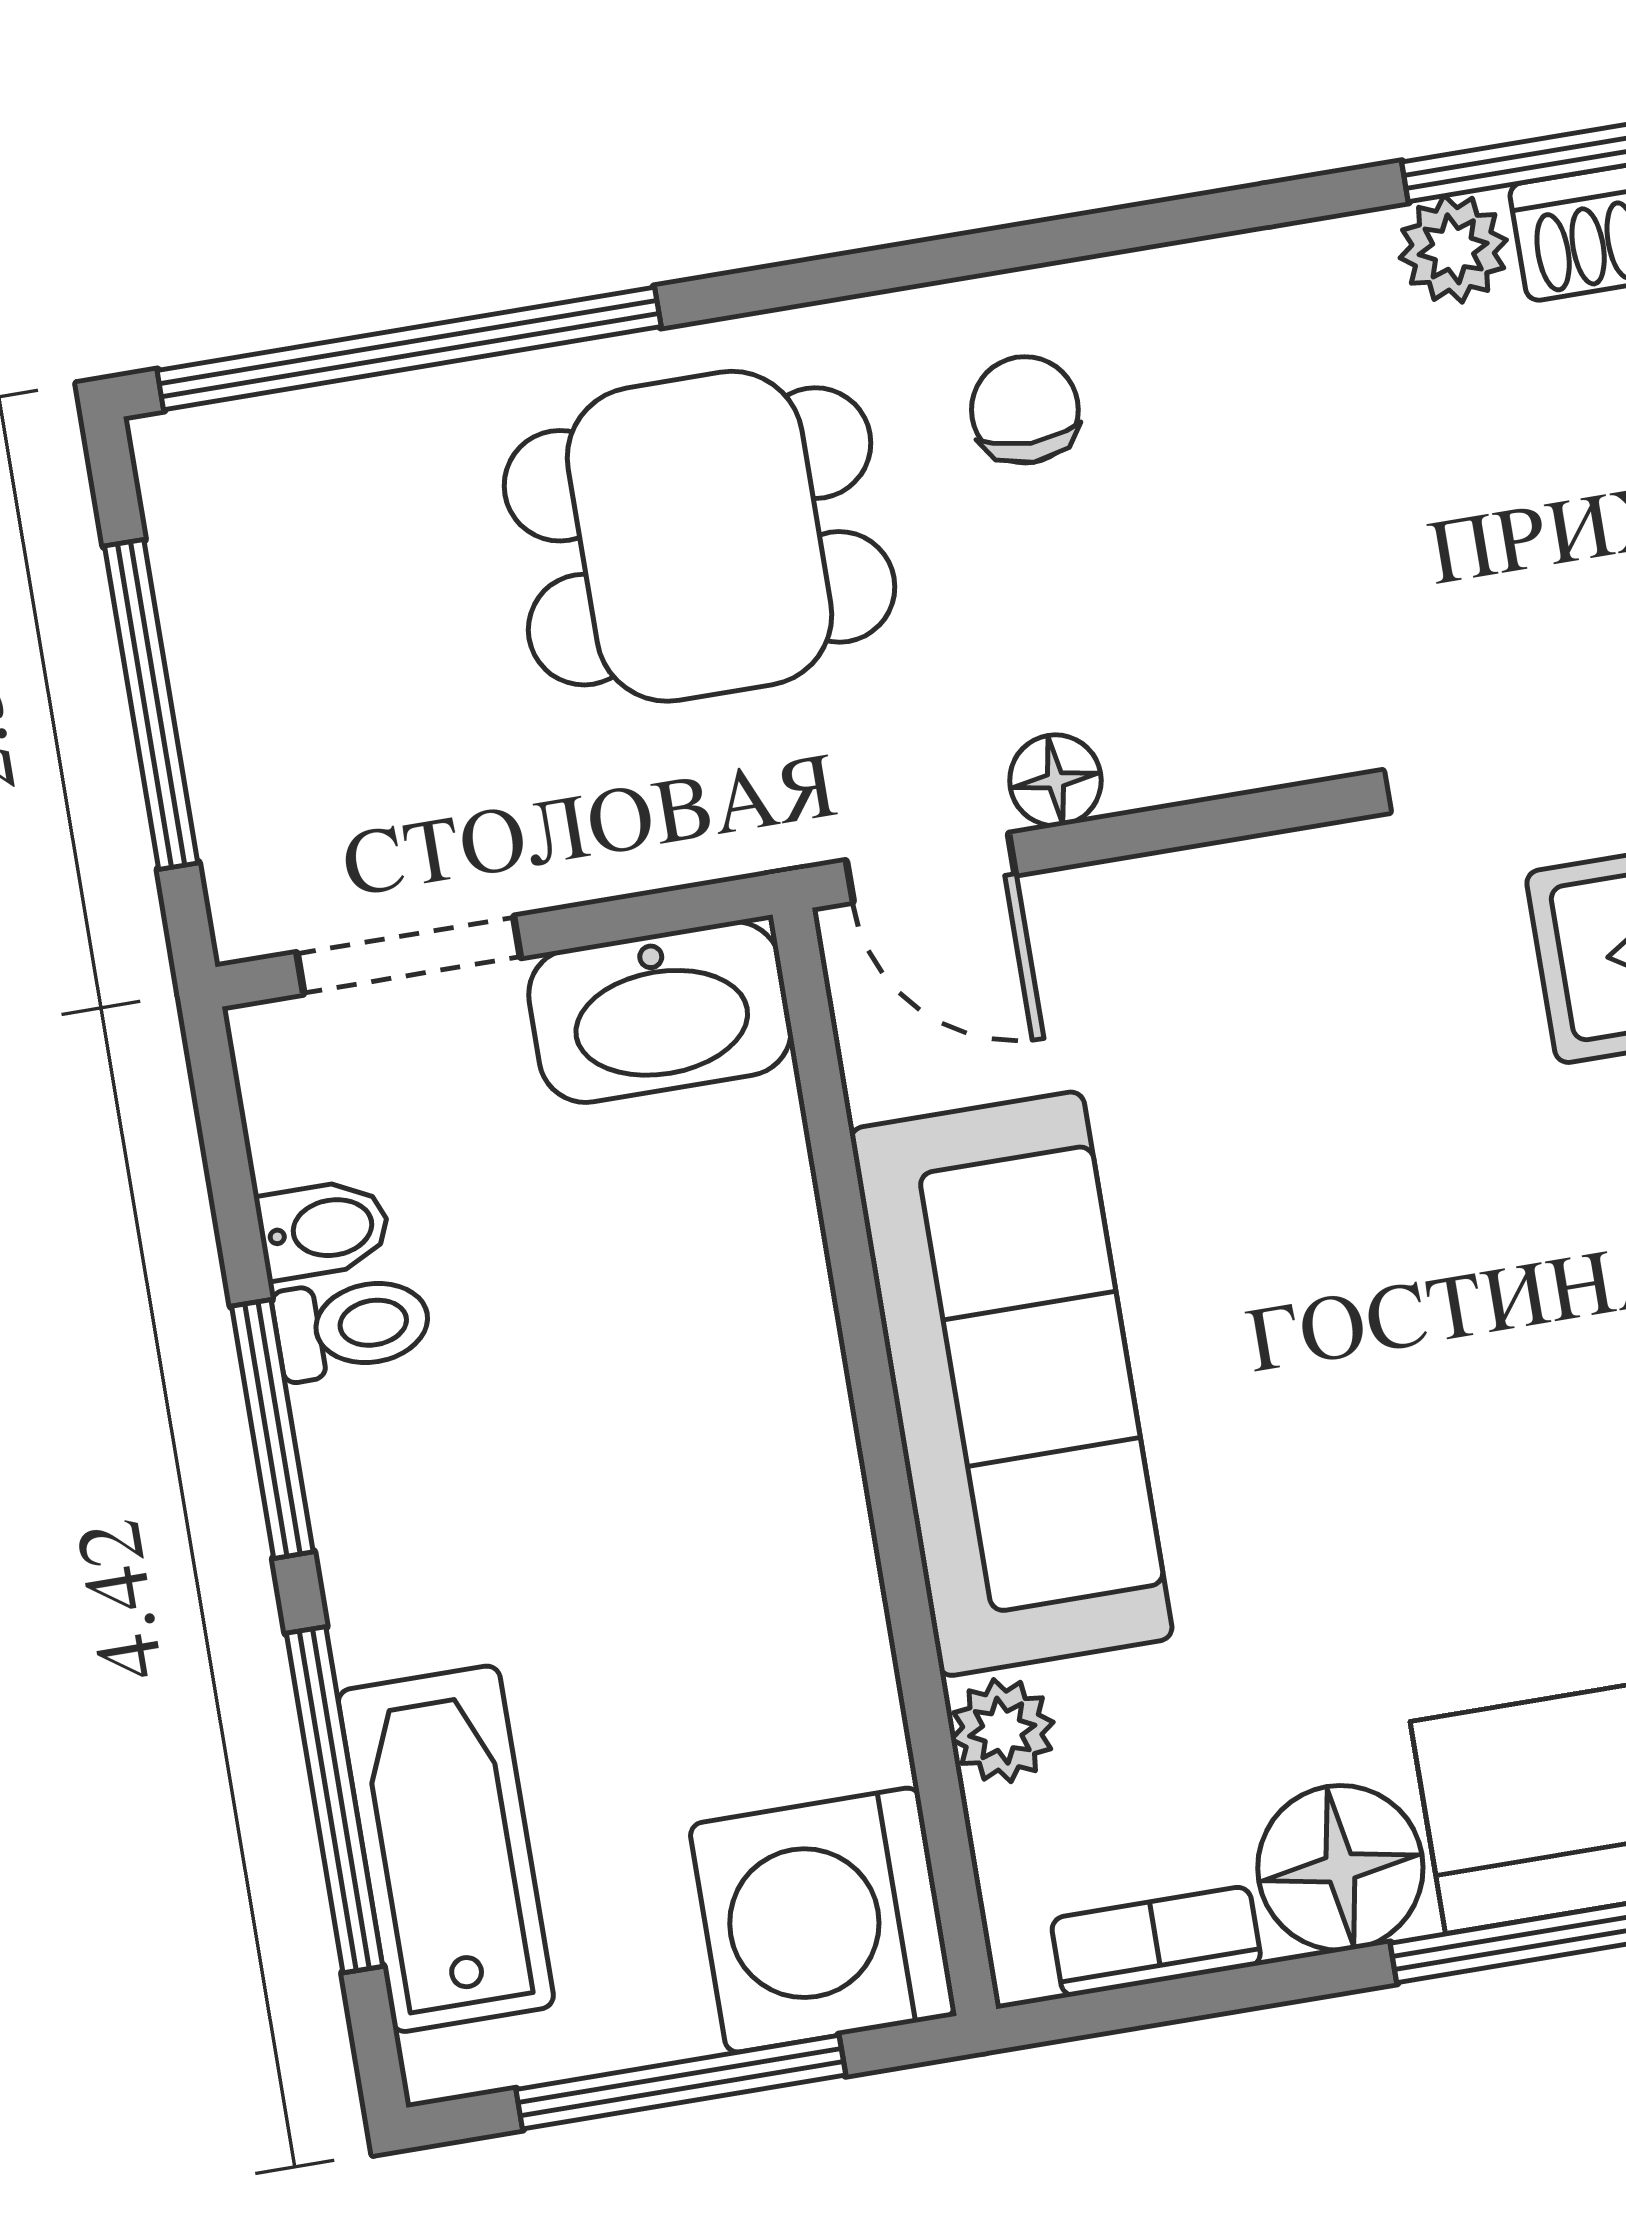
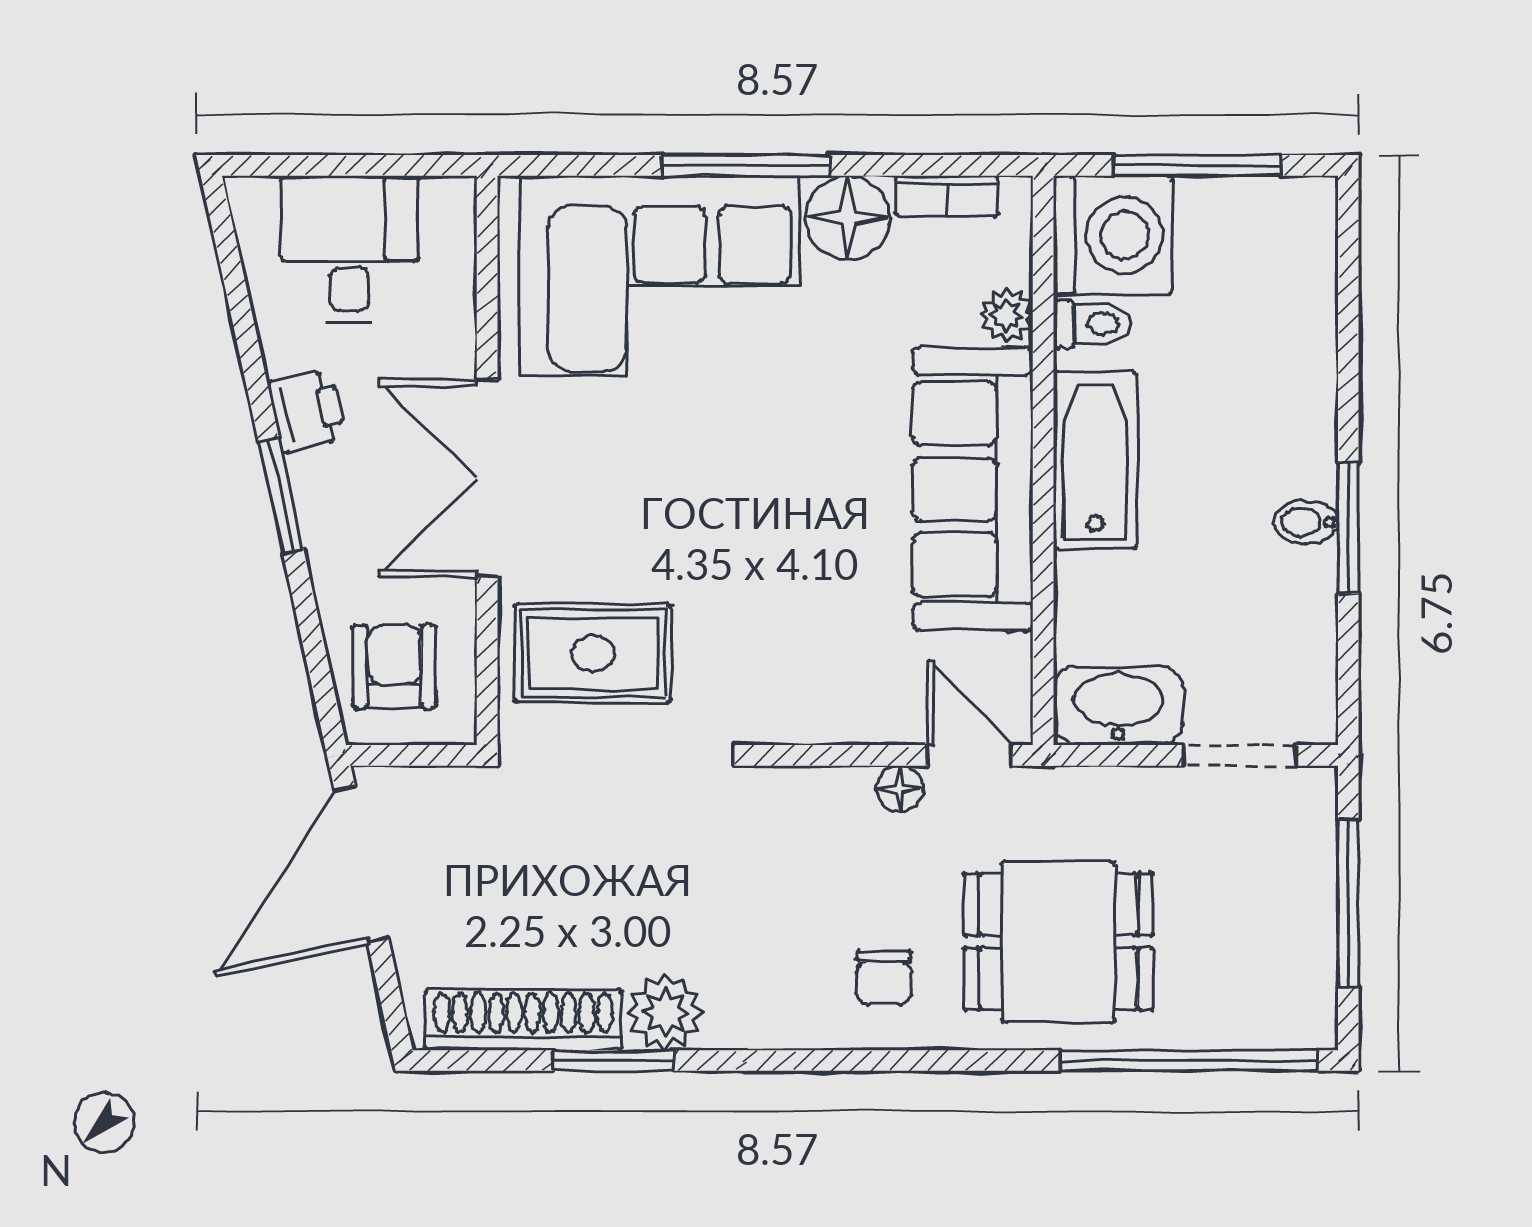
plant: (1453, 249) -> (665, 1012), width x1.38, depth x1.38
bidet: (324, 1229) -> (1306, 522), moved
toilet: (352, 1326) -> (1092, 324), moved, turned 180
window: (334, 1800) -> (1348, 337), removed
bathtub: (446, 1849) -> (1095, 460), moved, turned 180

